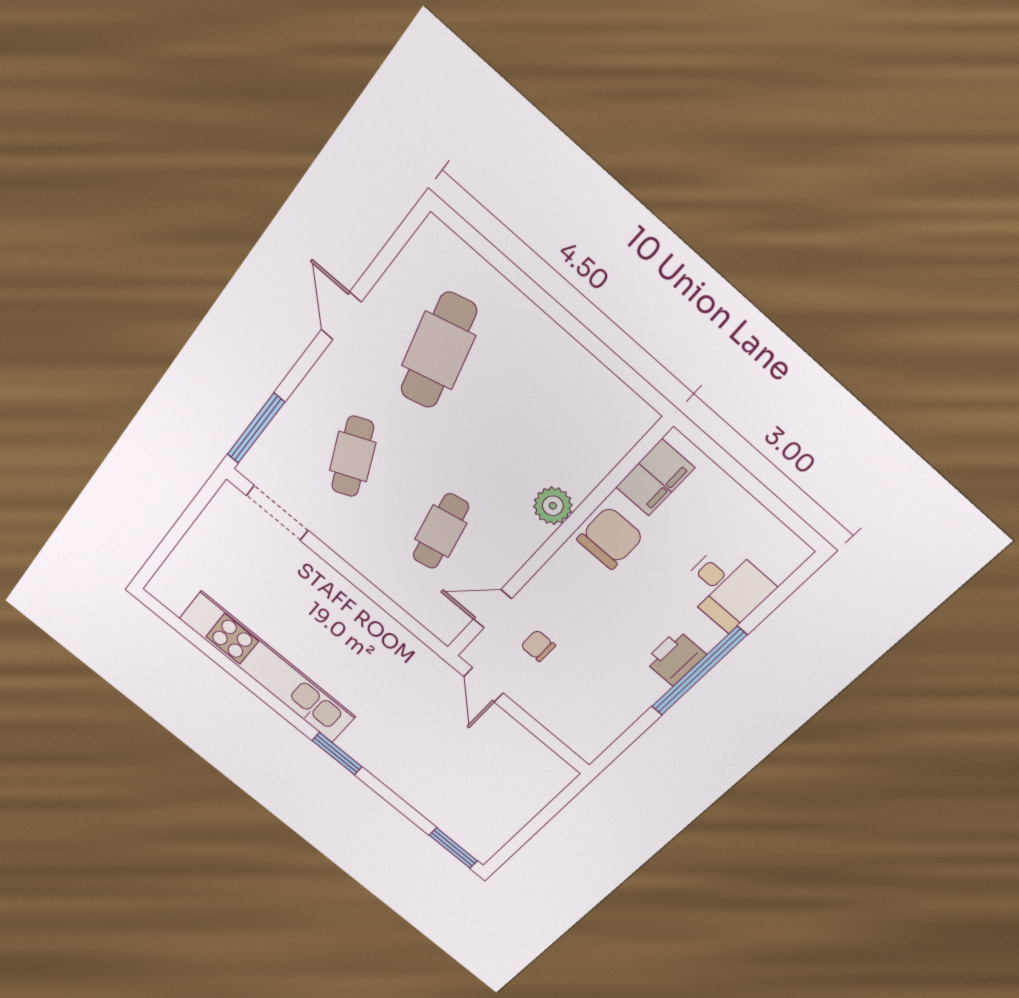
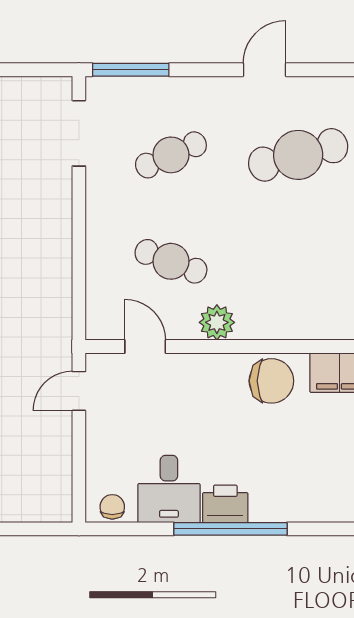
plant: (553, 506) -> (217, 322), moved
cafe table: (441, 531) -> (171, 261), turned 33
desk: (726, 587) -> (169, 489), moved
chair: (538, 646) -> (112, 507), moved

